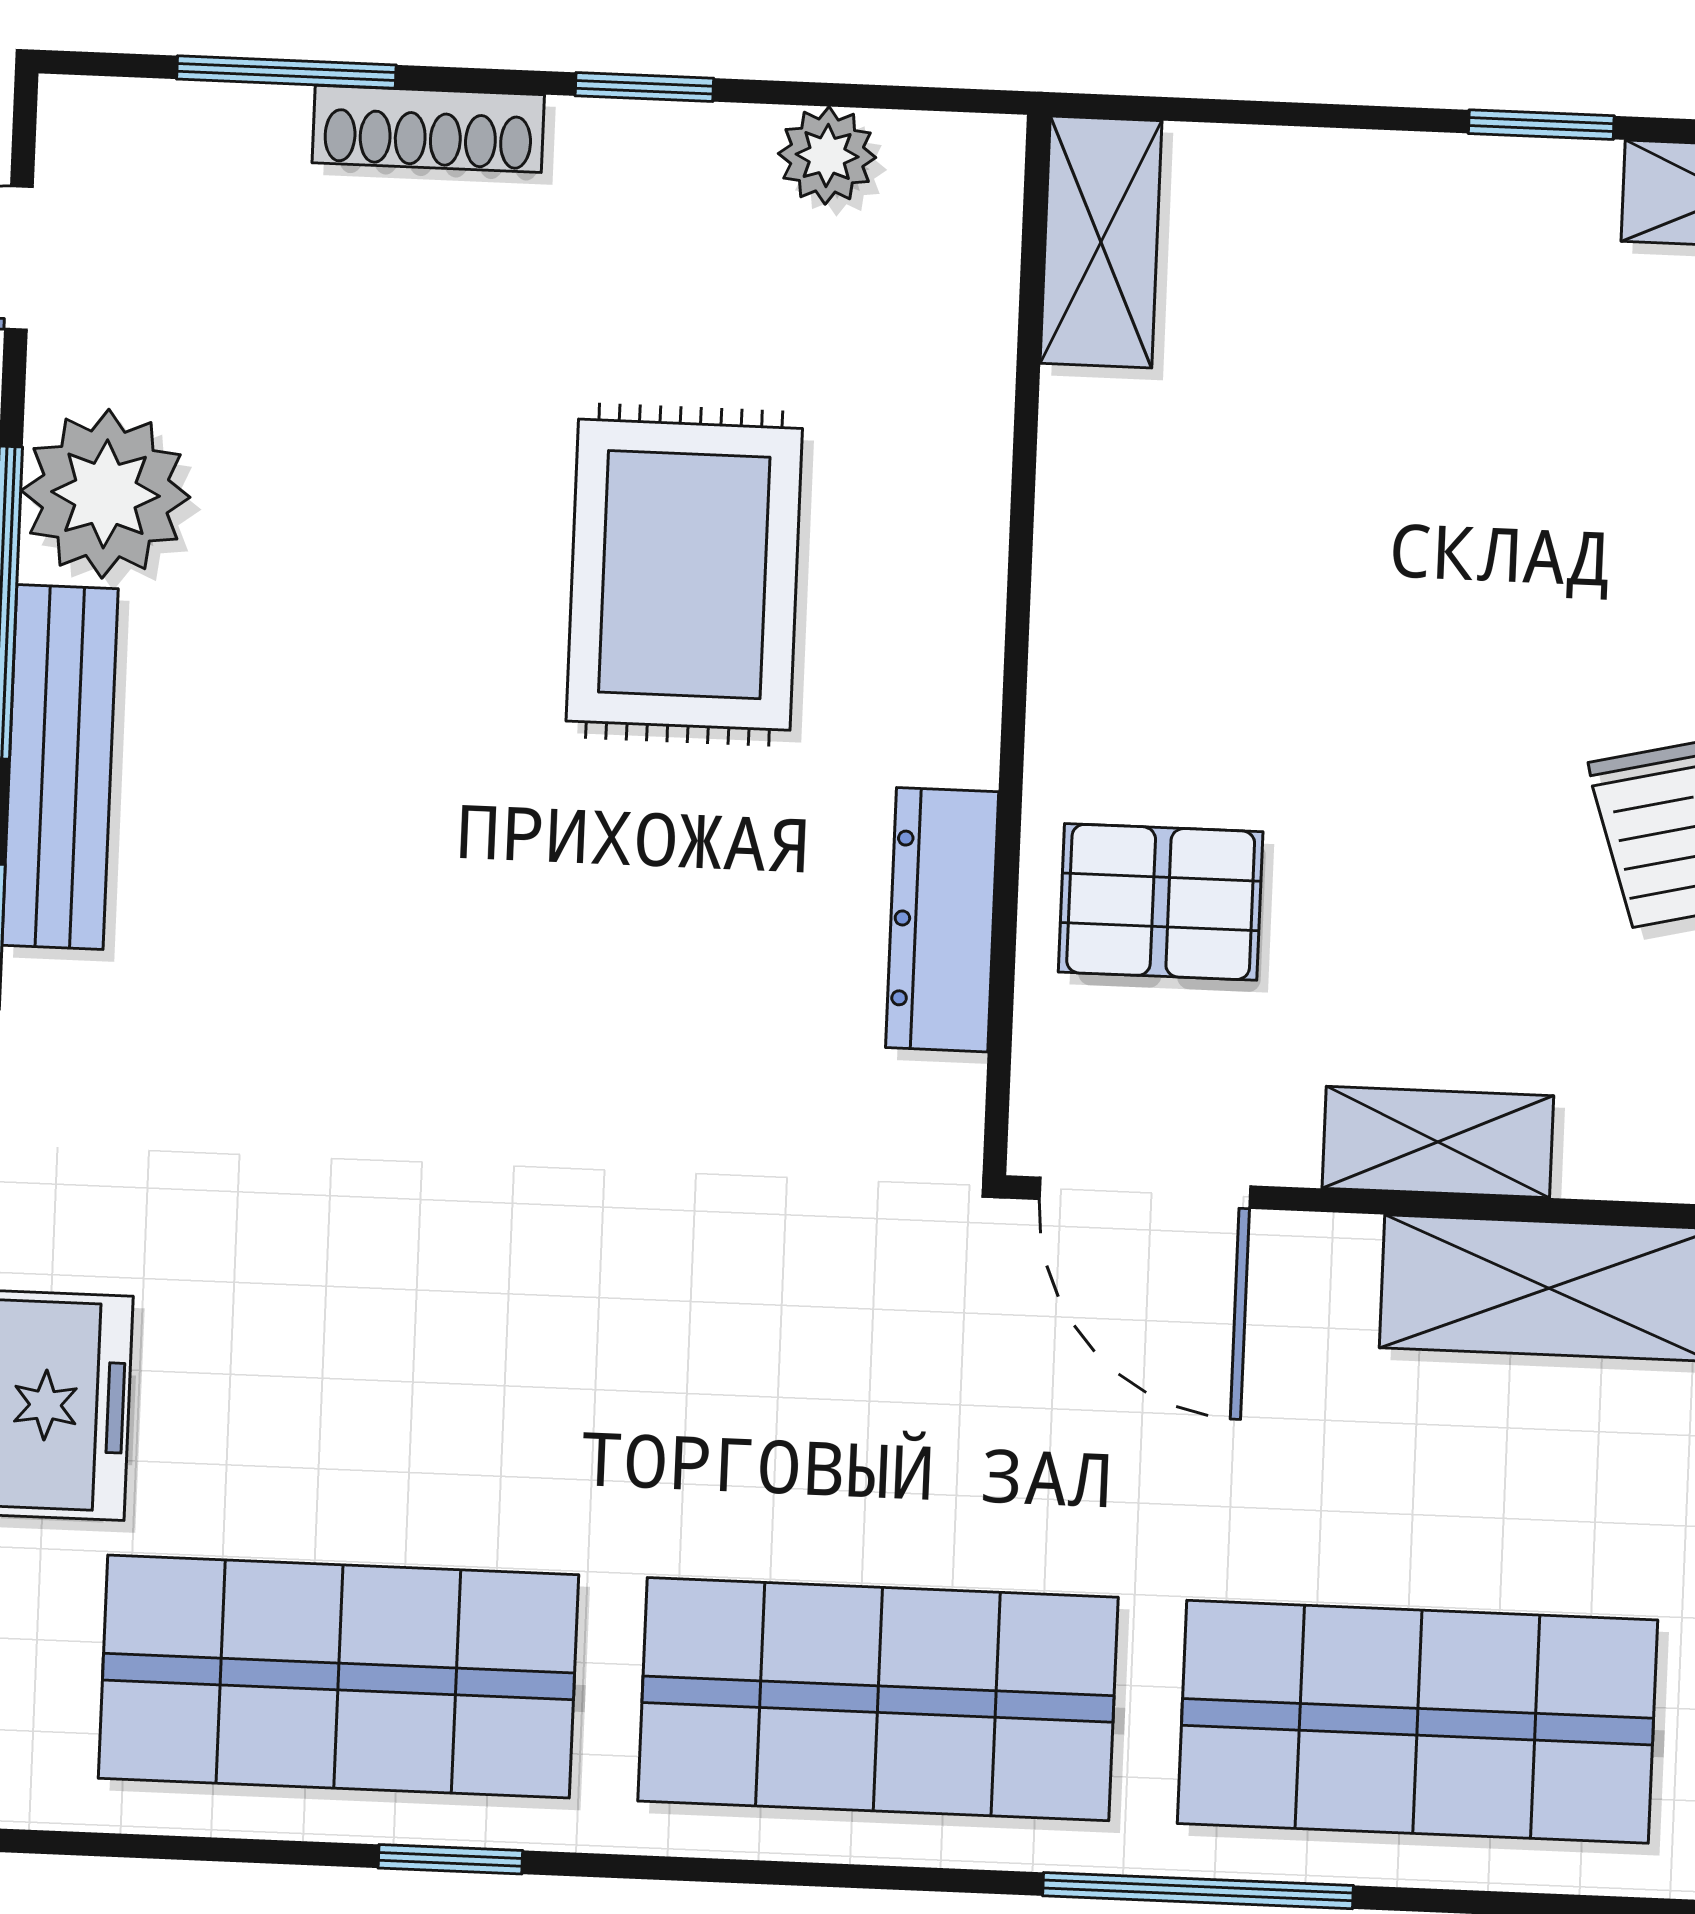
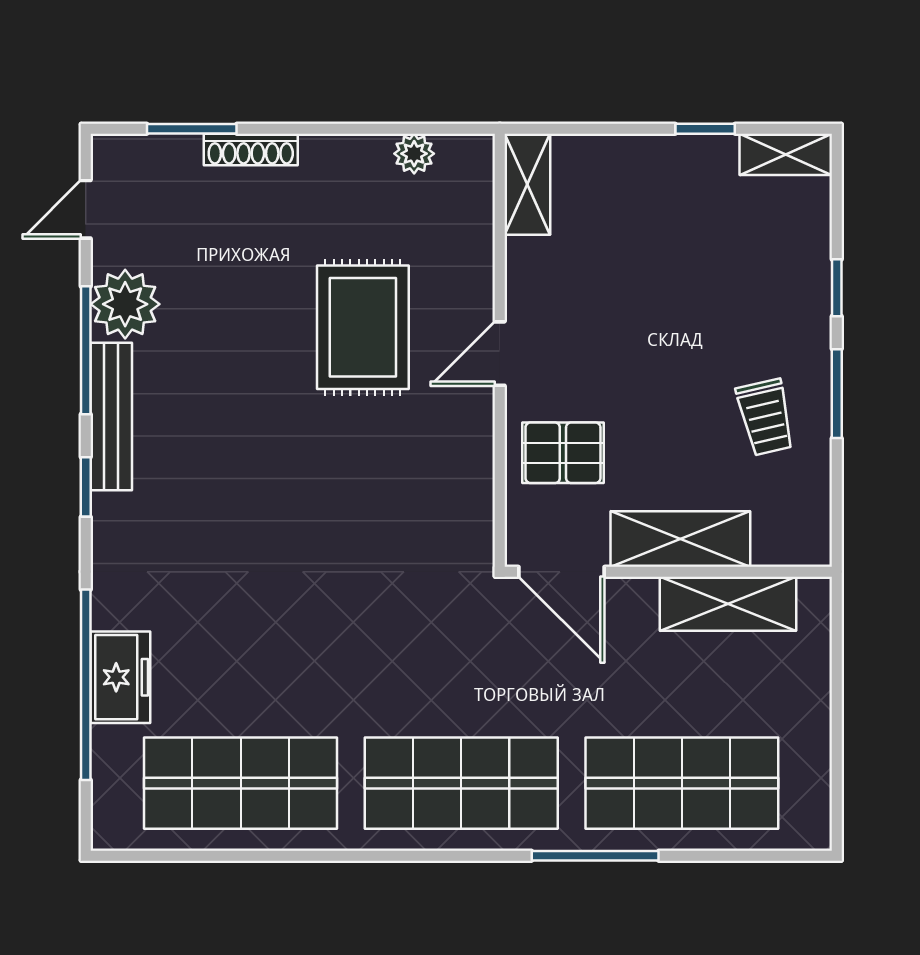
window: (644, 87) -> (338, 129), removed
door: (1016, 653) -> (500, 354), added
dresser: (942, 920) -> (474, 464), removed
shelving: (1438, 1142) -> (680, 539), width x1.50, depth x1.33
window: (450, 1859) -> (289, 856), removed

